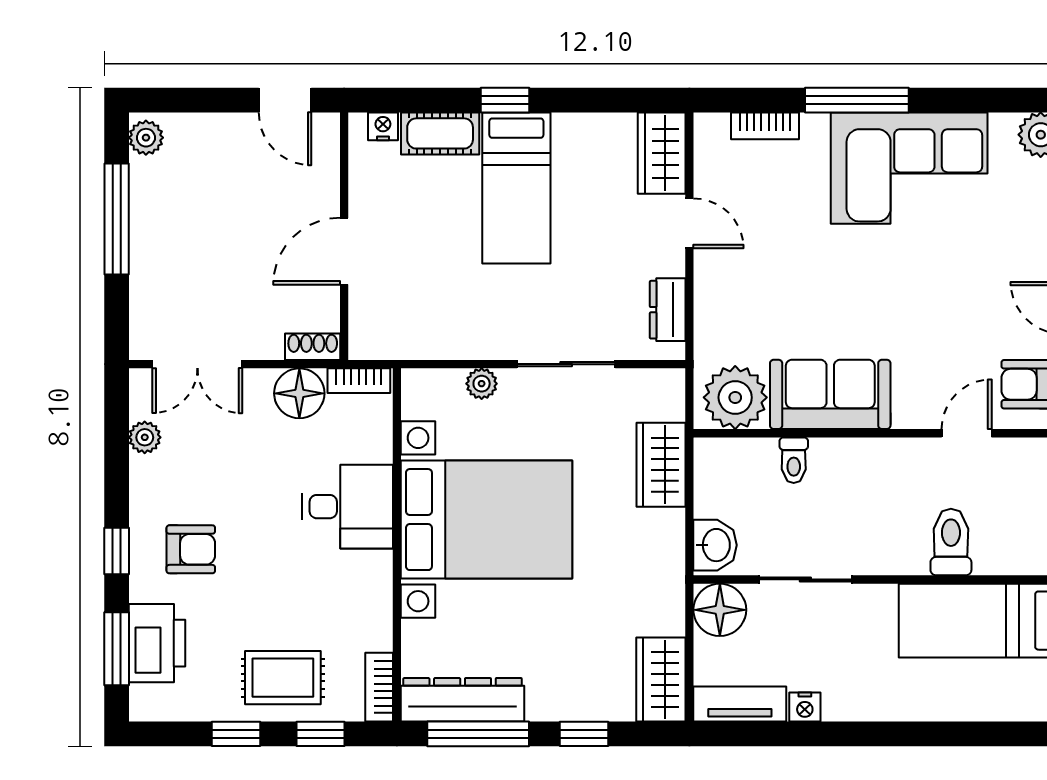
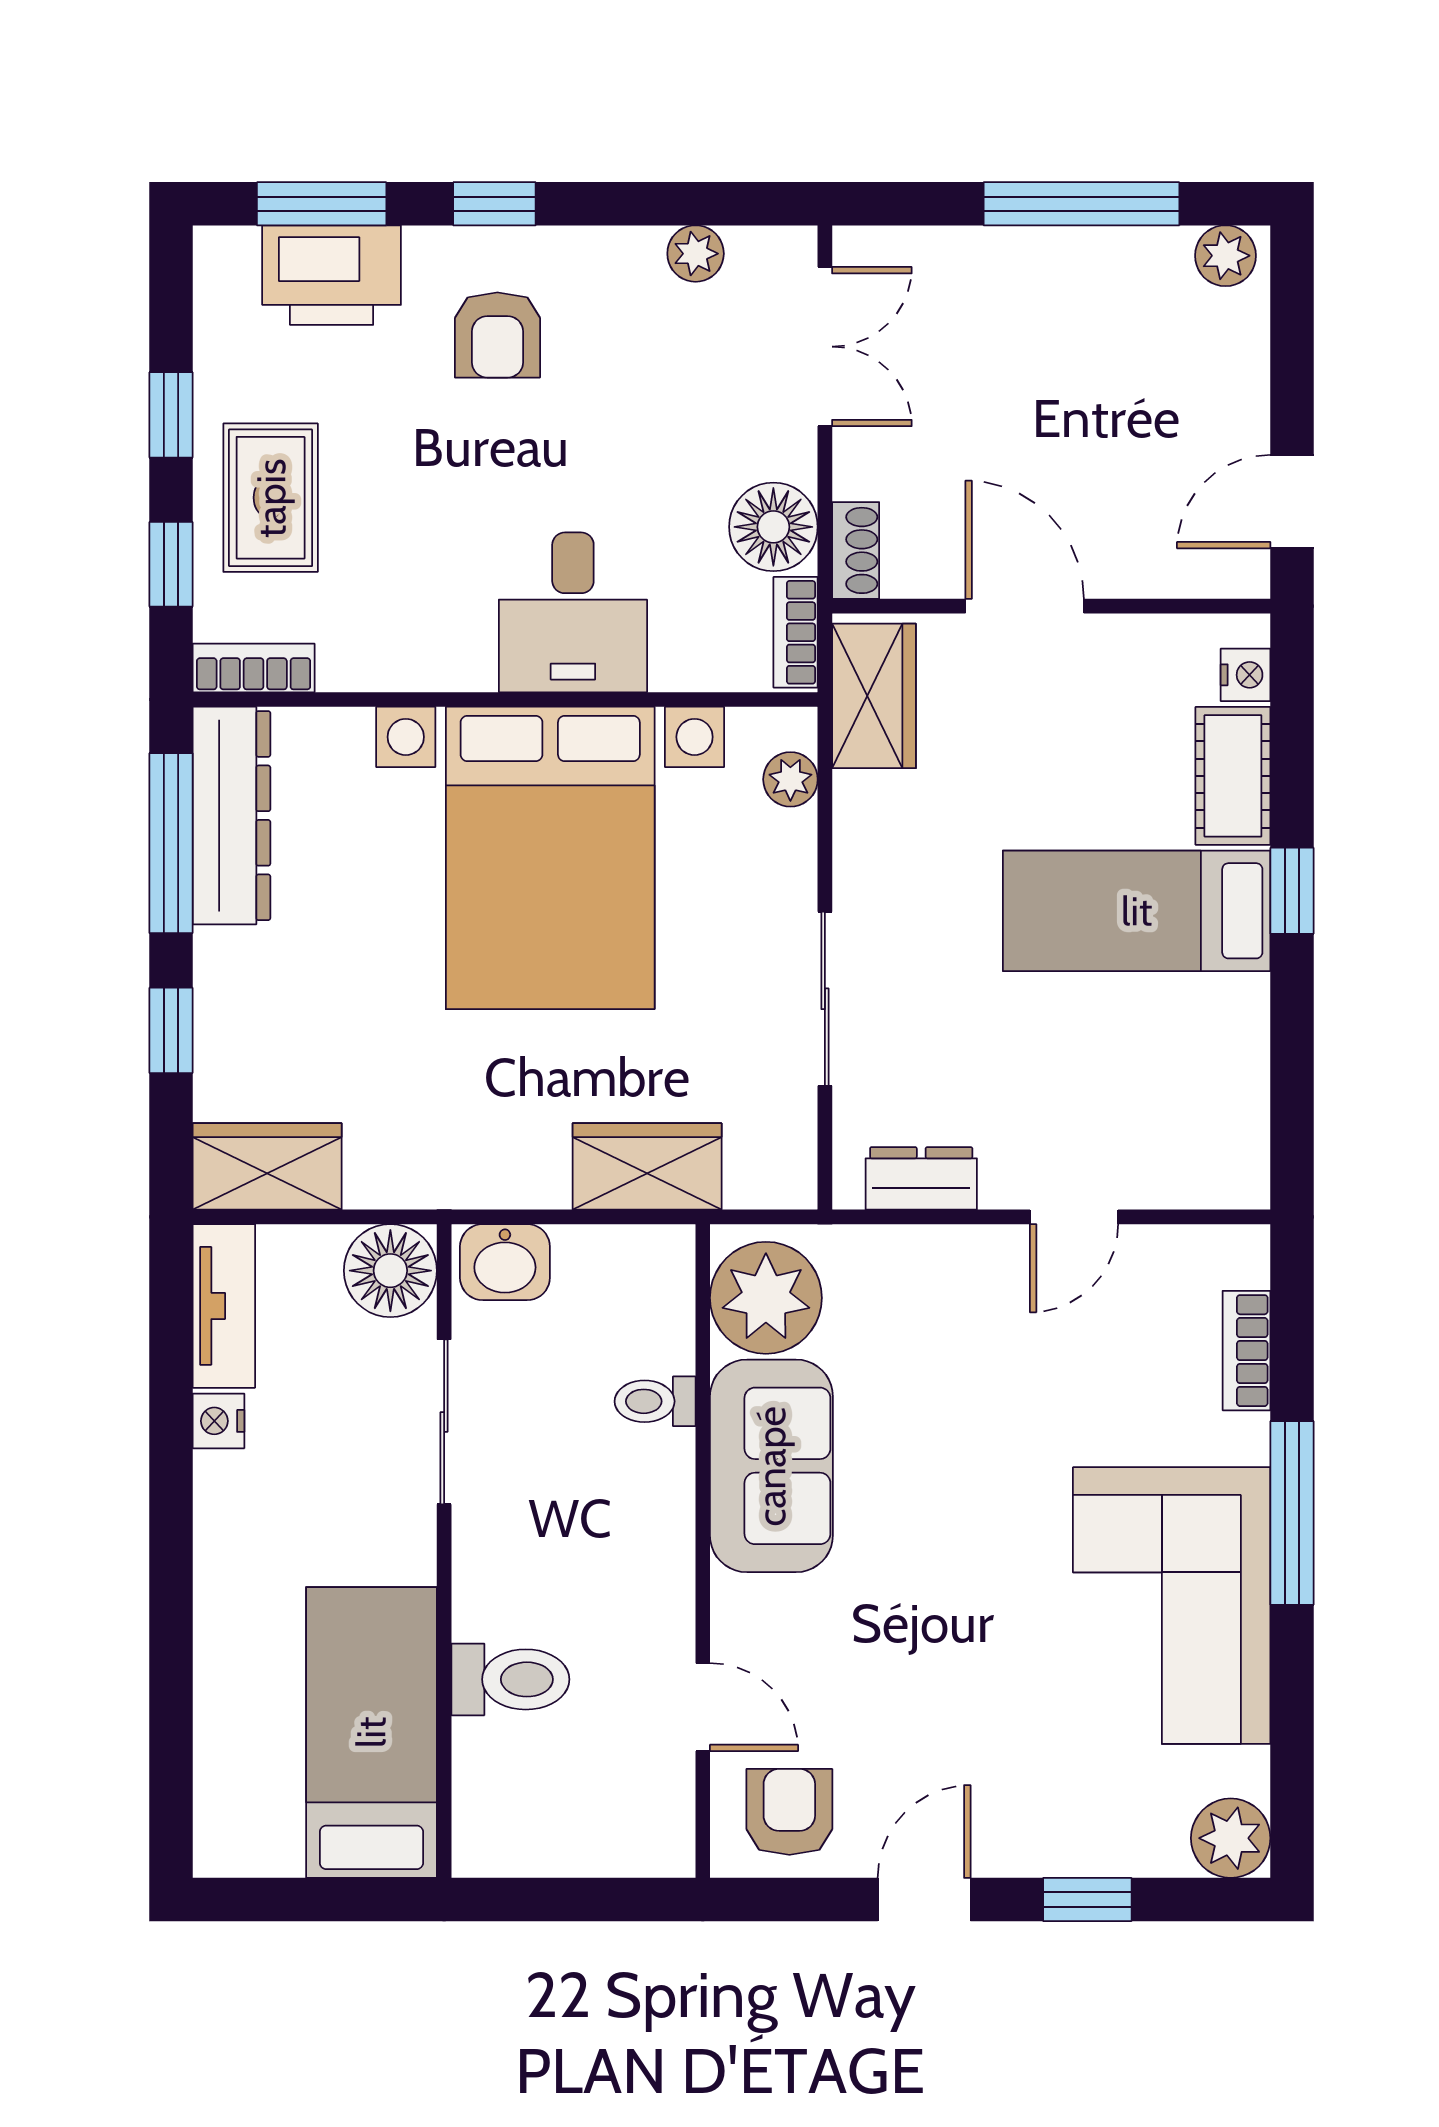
wardrobe: (662, 153) -> (874, 696), moved, turned 90
double door: (197, 364) -> (825, 347), swing flipped
plant: (482, 384) -> (790, 779), moved

